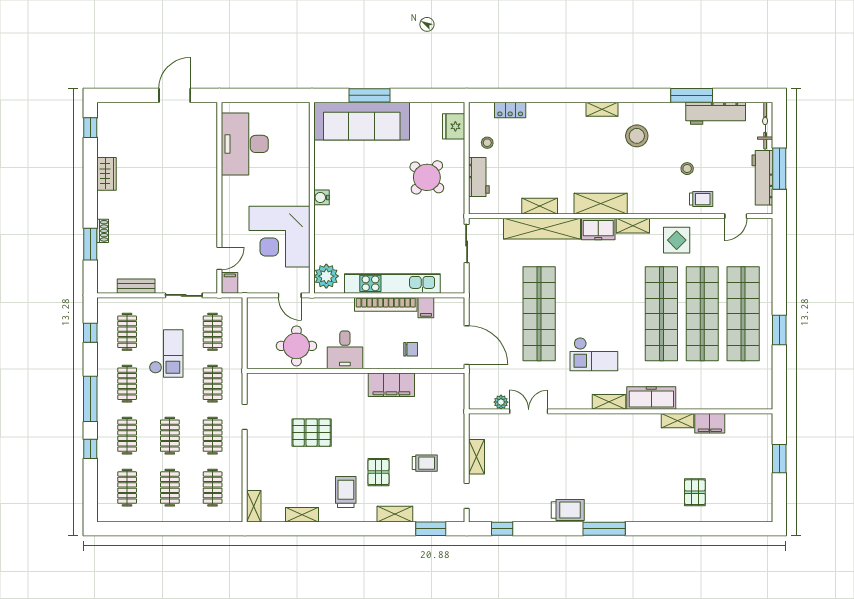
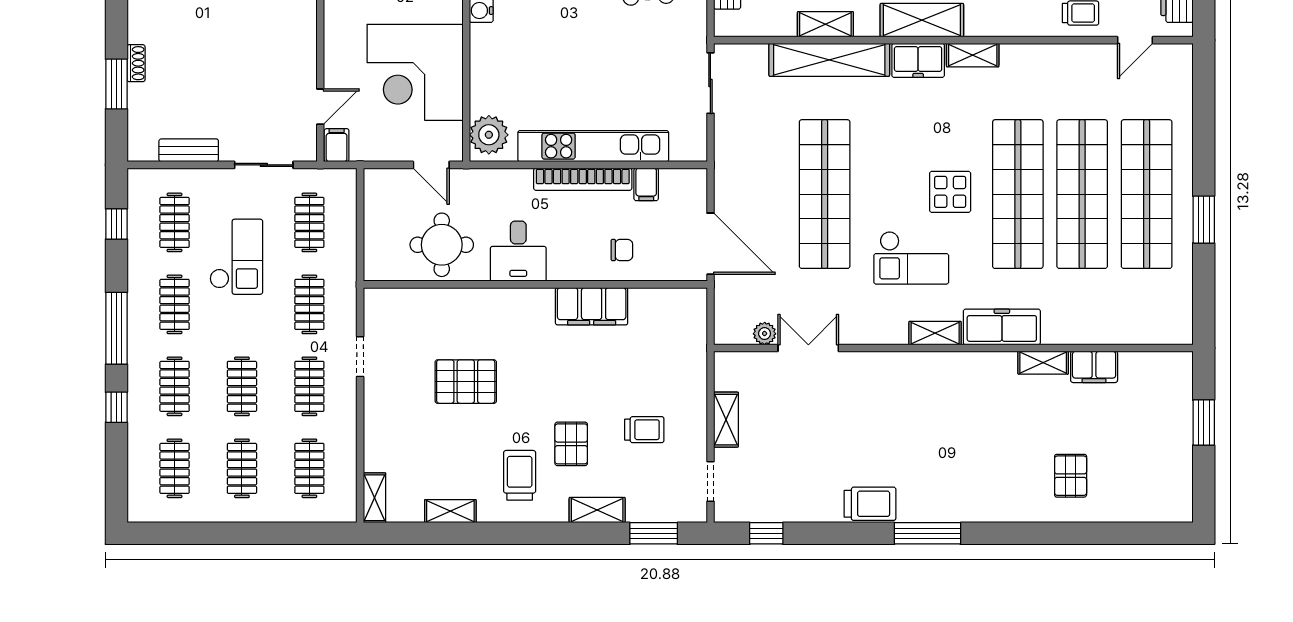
display table: (677, 240) -> (950, 192), moved

